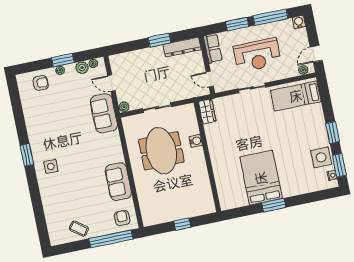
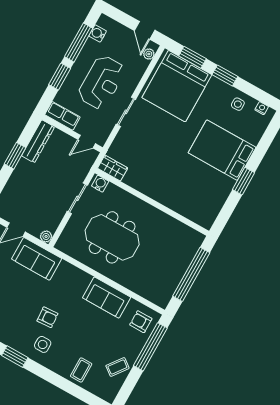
water cooler: (299, 22) -> (98, 33), moved
bed: (296, 96) -> (177, 86), width x2.04
sliding door: (157, 108) -> (77, 198), moved
water cooler: (196, 141) -> (100, 184), moved
armchair: (72, 154) -> (47, 317), added
side table: (321, 157) -> (238, 104), width x0.54, depth x0.54
window: (339, 165) -> (192, 57), moved
bed: (261, 178) -> (222, 150), moved
coffee table: (56, 206) -> (81, 370), added
window: (182, 224) -> (191, 274), width x3.17

